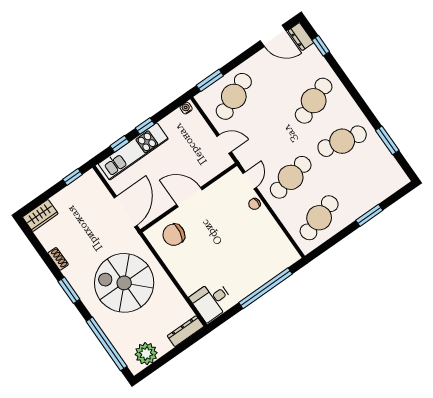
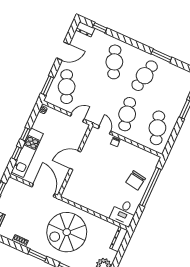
door: (273, 36) -> (63, 51), moved
window: (387, 140) -> (161, 56), moved
chair: (174, 235) -> (136, 180), moved

